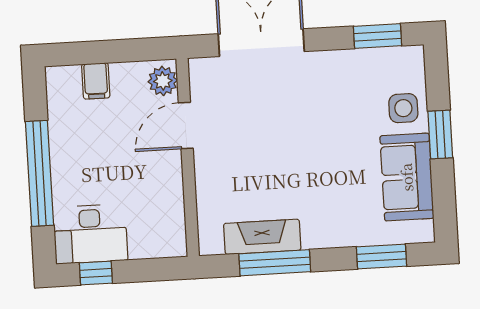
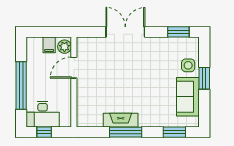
plant: (163, 81) -> (64, 47), moved
door: (186, 126) -> (74, 68), moved
wall: (188, 157) -> (74, 82), moved

